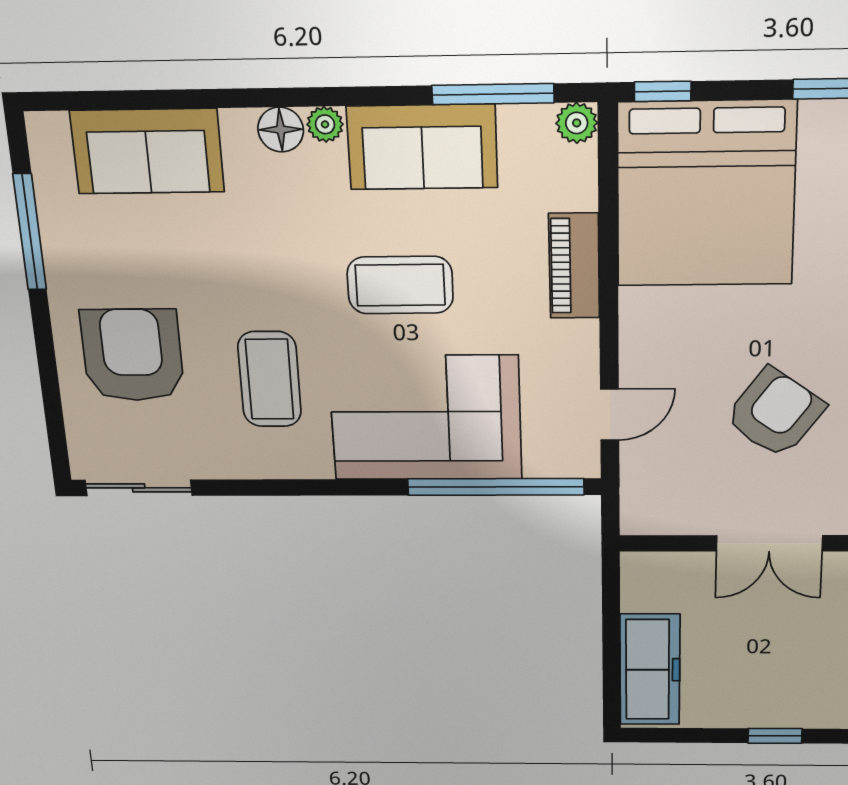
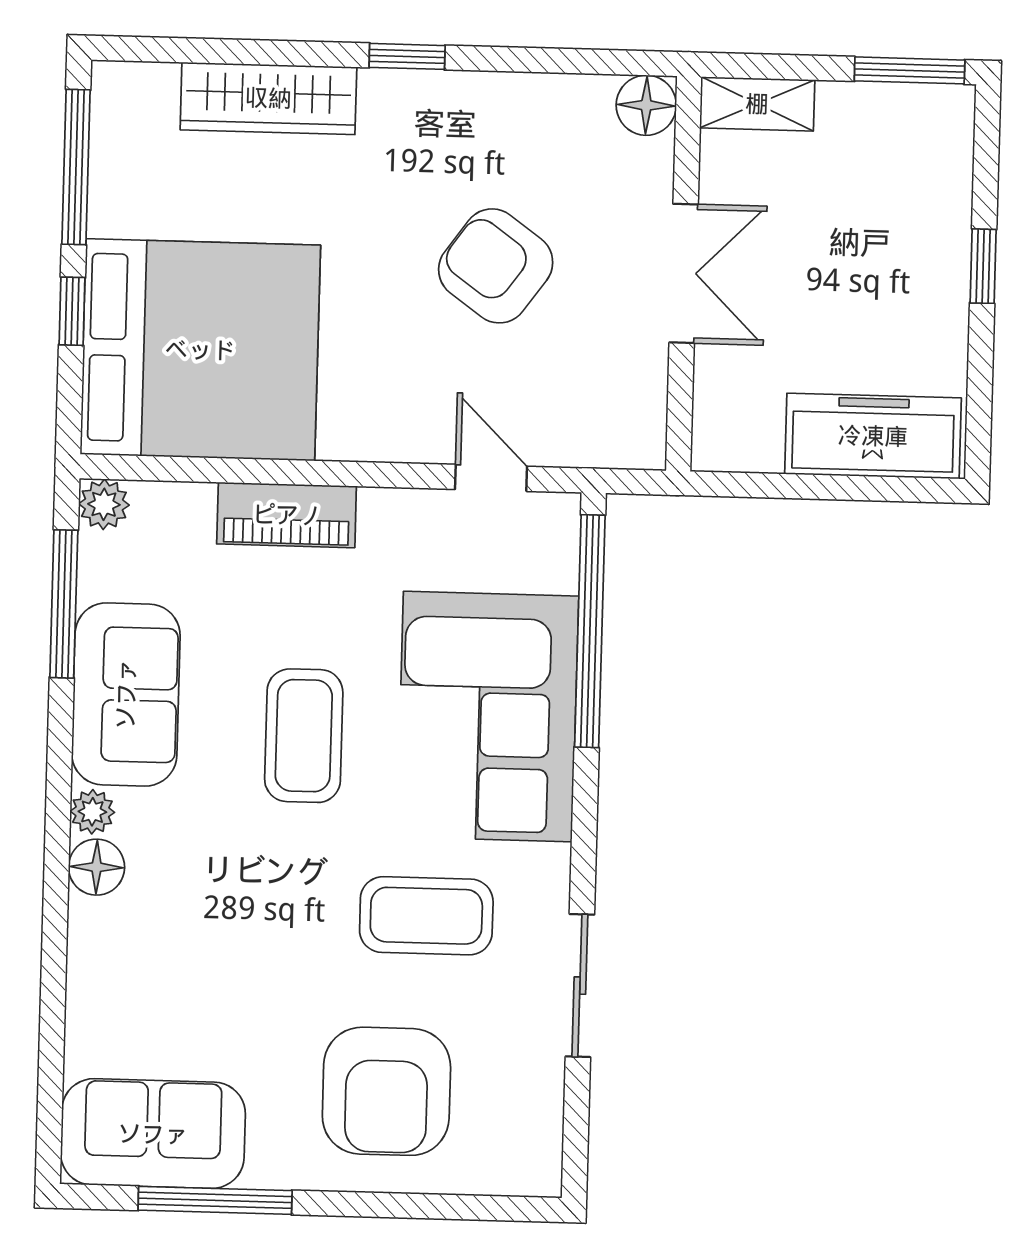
window: (663, 91) -> (72, 311), moved
sofa: (147, 151) -> (153, 1134), moved, turned -90
armchair: (132, 355) -> (386, 1091), turned -90
sliding door: (139, 488) -> (580, 986), moved

